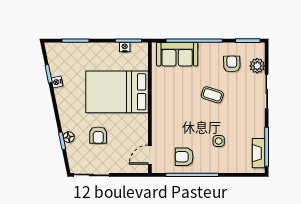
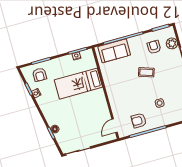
bed: (117, 92) -> (78, 84), width x0.67
armchair: (98, 135) -> (40, 75), moved

